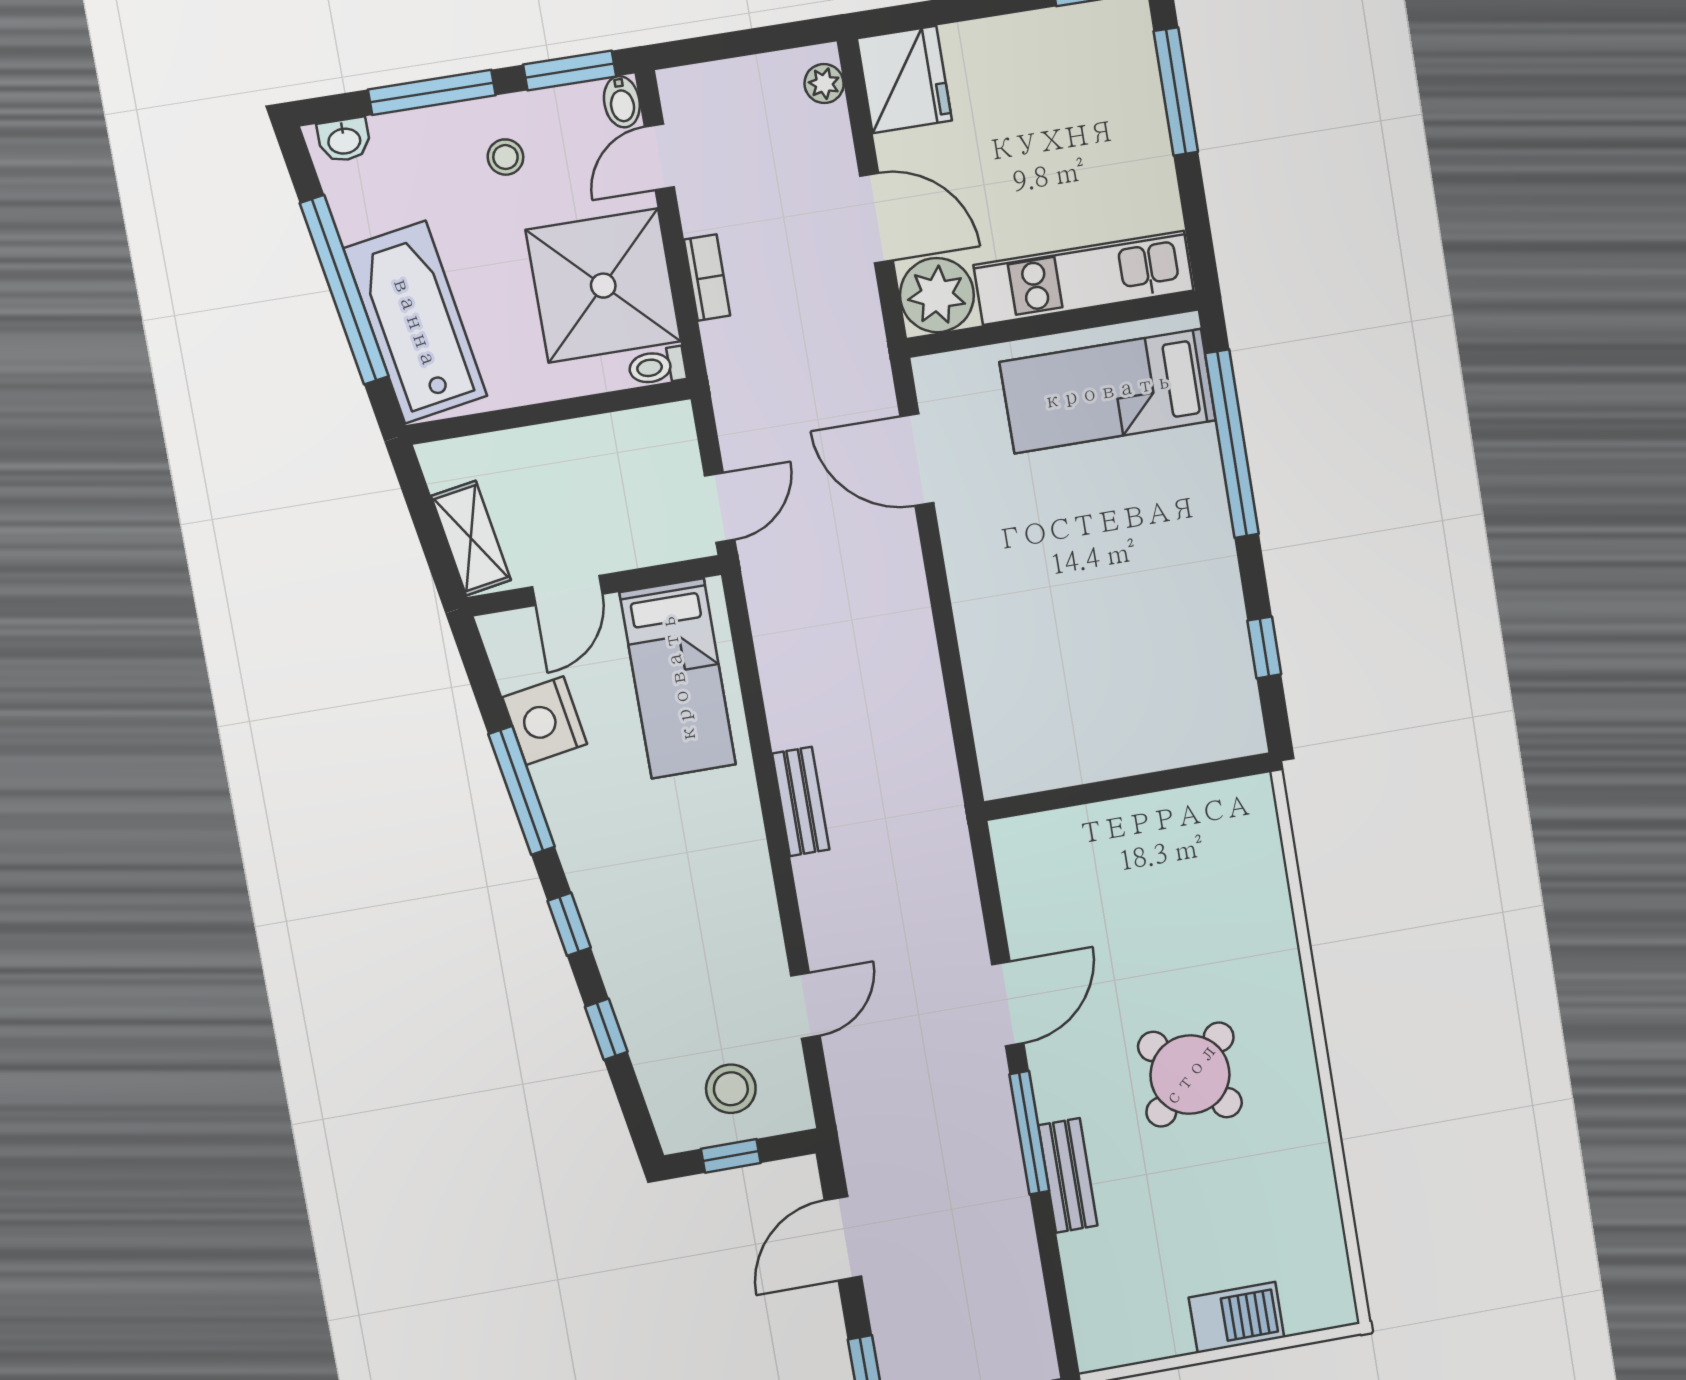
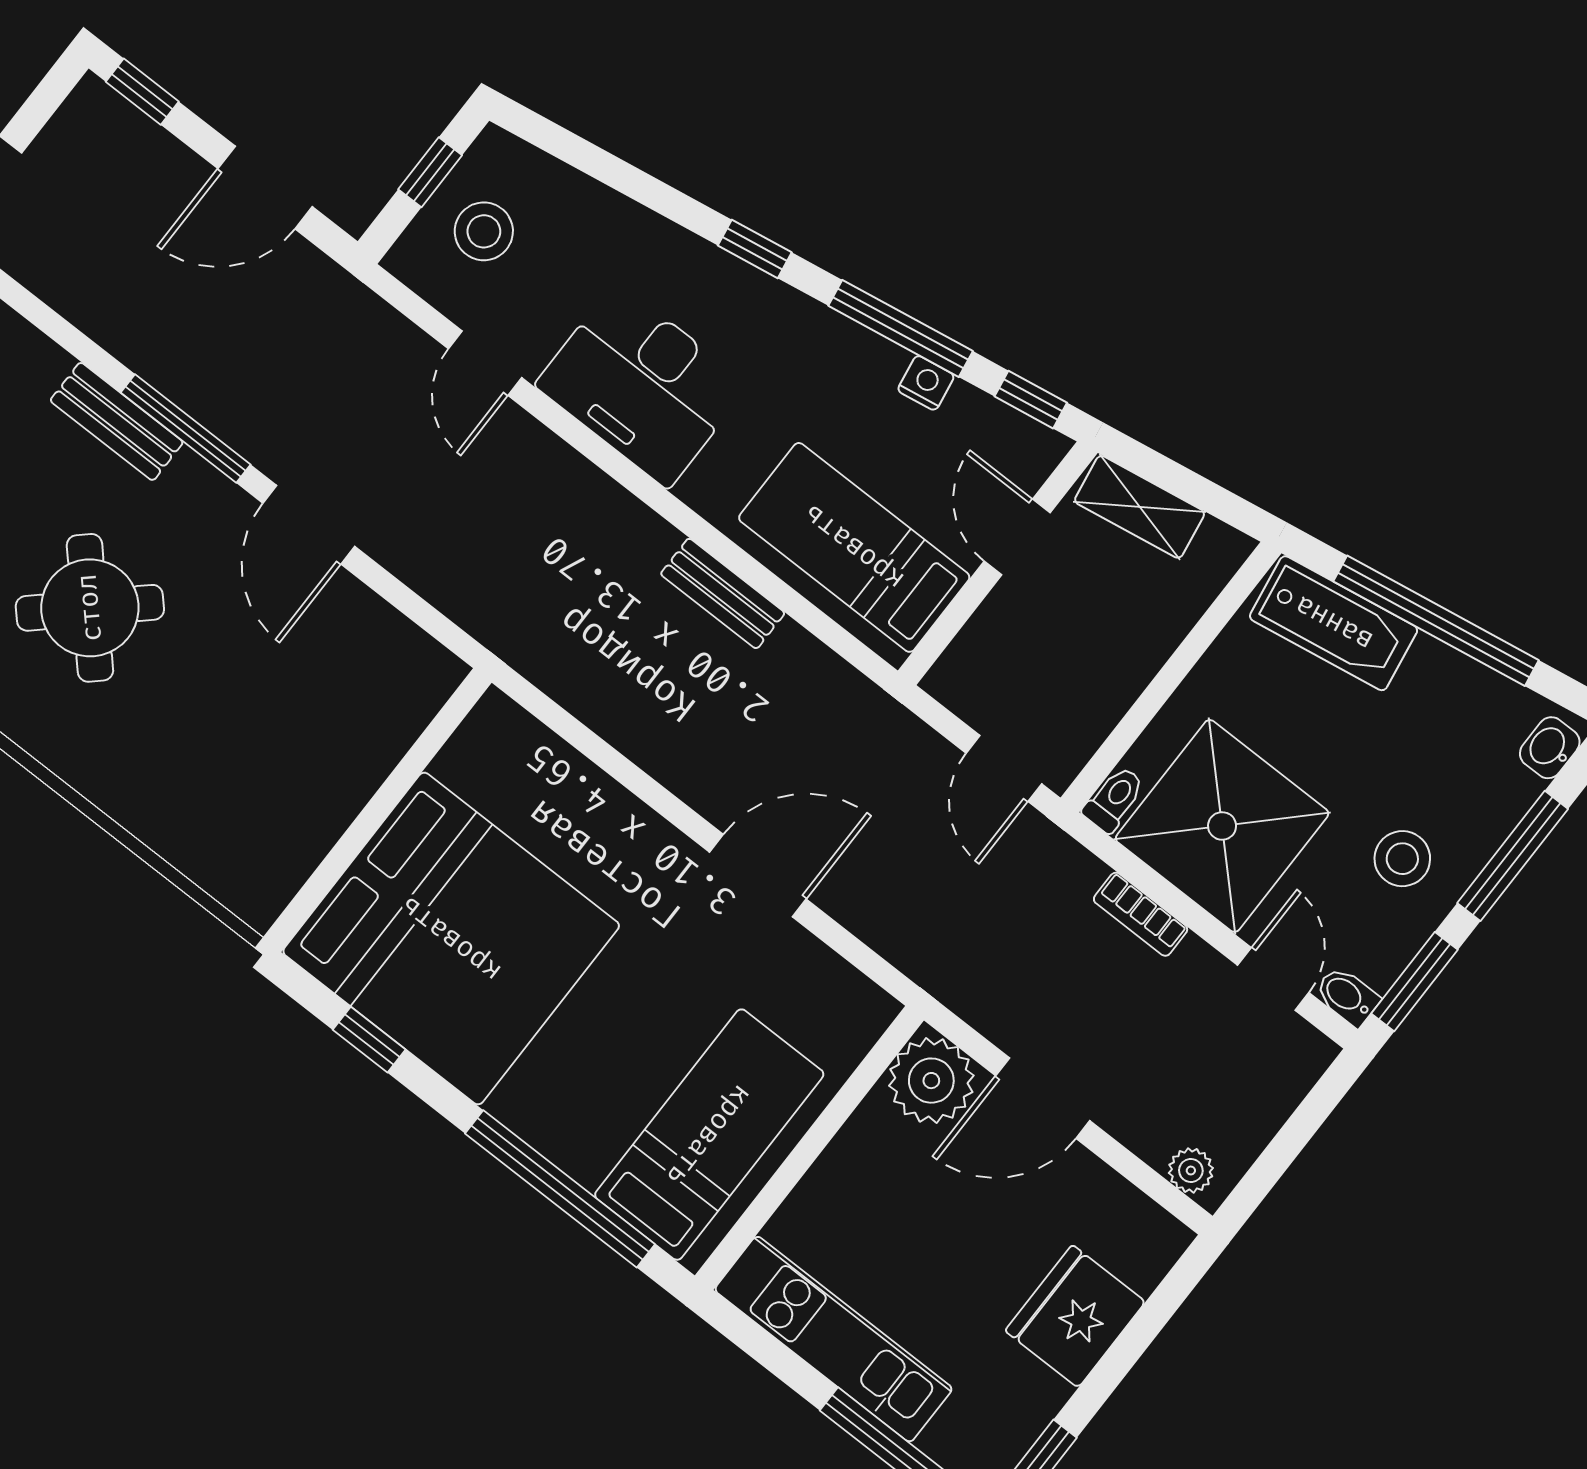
fridge: (904, 79) -> (1075, 1316), moved, turned 90
stool: (505, 157) -> (1402, 859), width x1.37, depth x1.37
kitchen unit: (1084, 278) -> (833, 1339), moved, turned -90
bathtub: (415, 322) -> (1334, 623), width x0.73, depth x0.73
door: (917, 460) -> (758, 876), moved
door: (720, 508) -> (1004, 768), moved
bed: (1156, 664) -> (451, 939), added
nightstand: (545, 721) -> (926, 383), width x0.53, depth x0.56
bench: (801, 802) -> (723, 593), moved
desk: (719, 903) -> (642, 385), added
window: (606, 1029) -> (1031, 400), moved
door: (843, 1238) -> (265, 188), swing flipped

